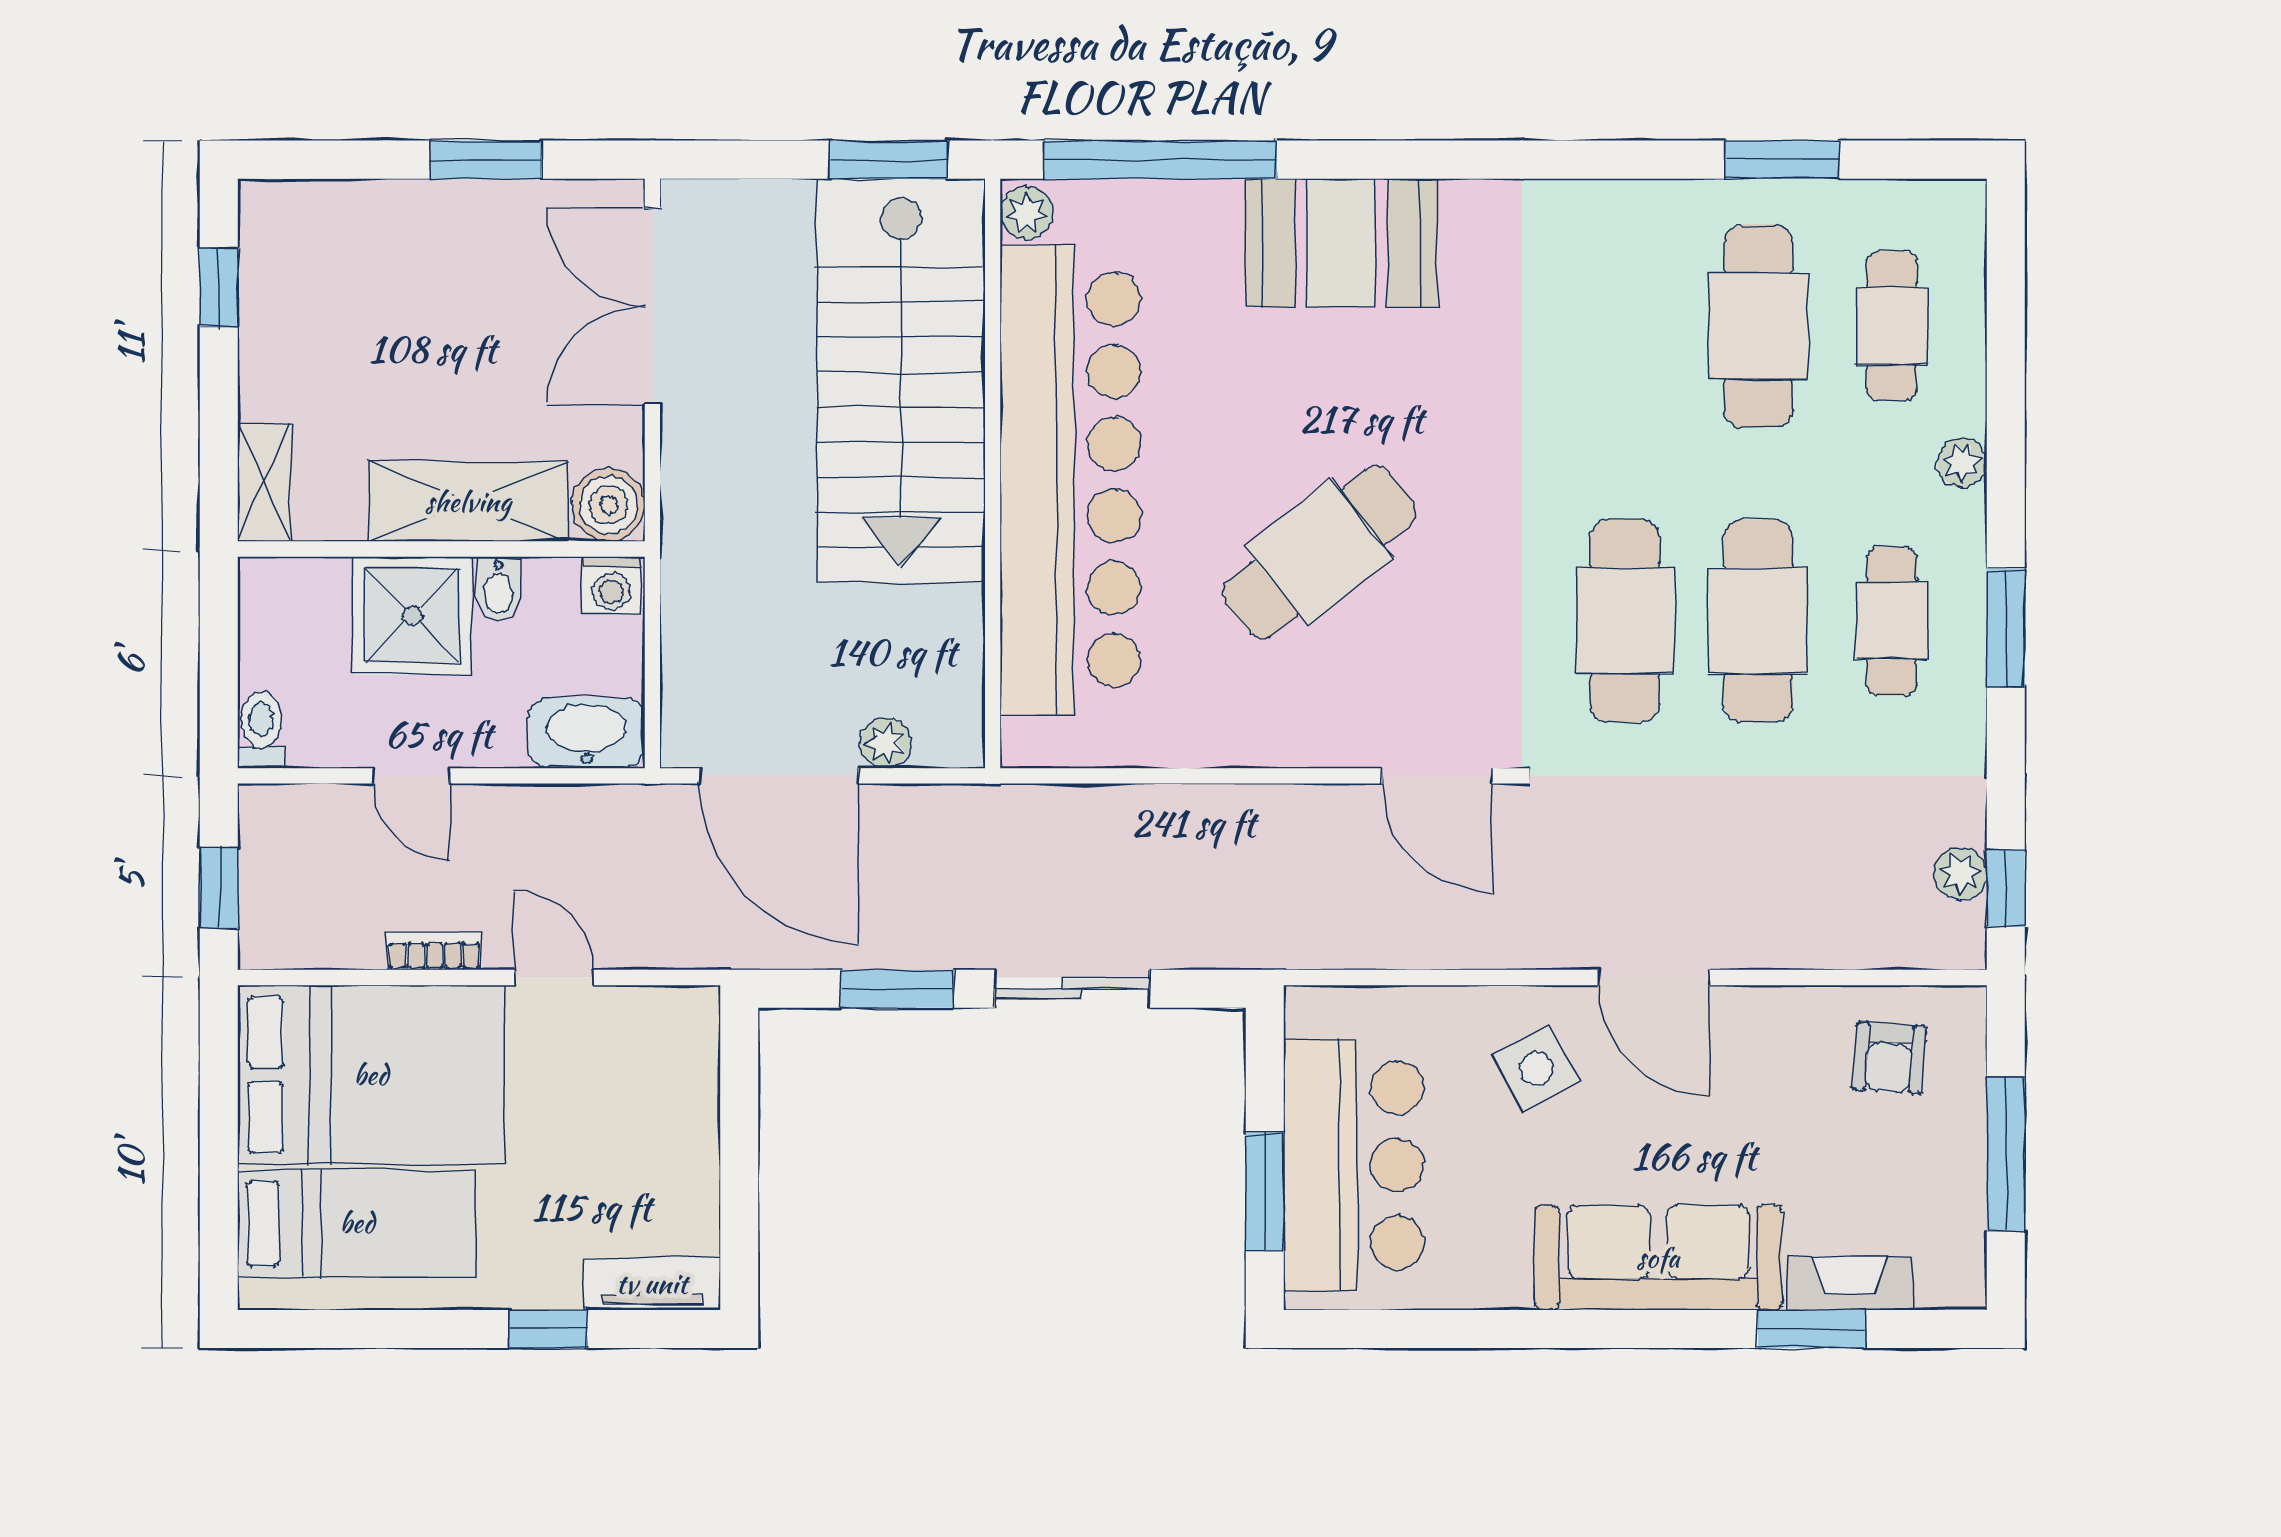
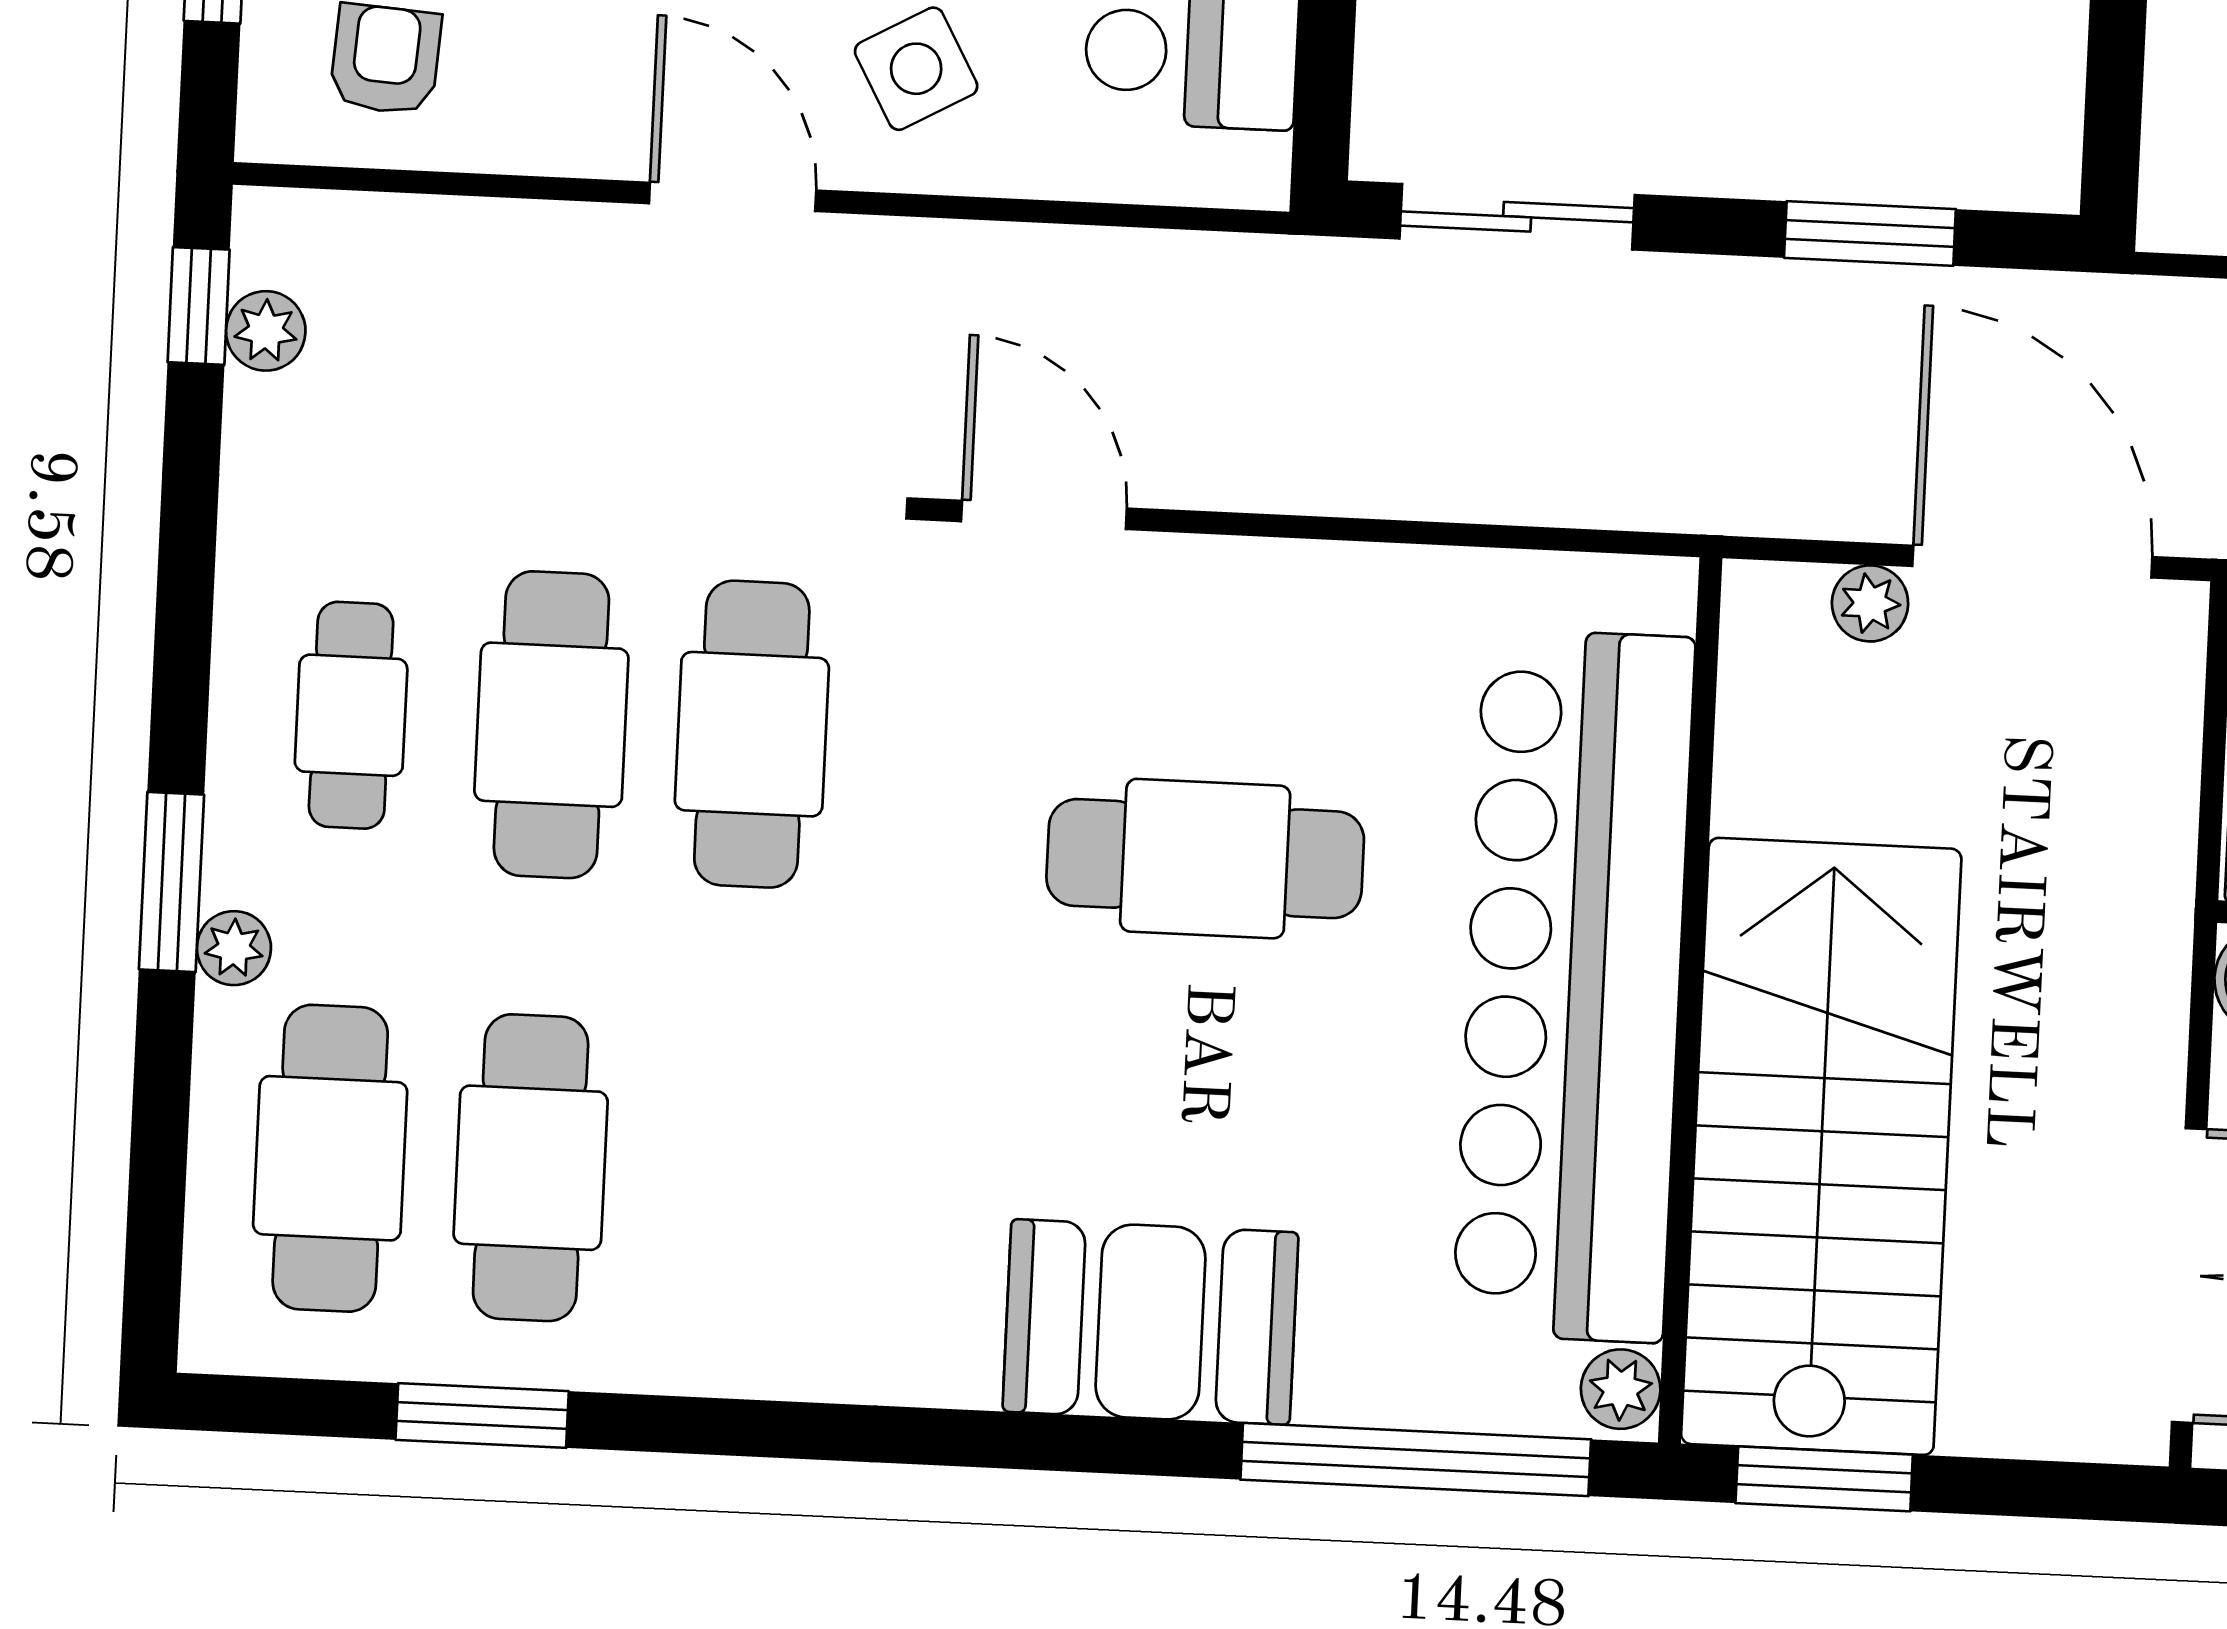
cafe table: (1892, 326) -> (330, 1158), width x1.37, depth x1.35
cafe table: (1319, 552) -> (1205, 859), turned 39
window: (2006, 628) -> (171, 882), moved
sliding door: (1072, 989) -> (1517, 217), moved

